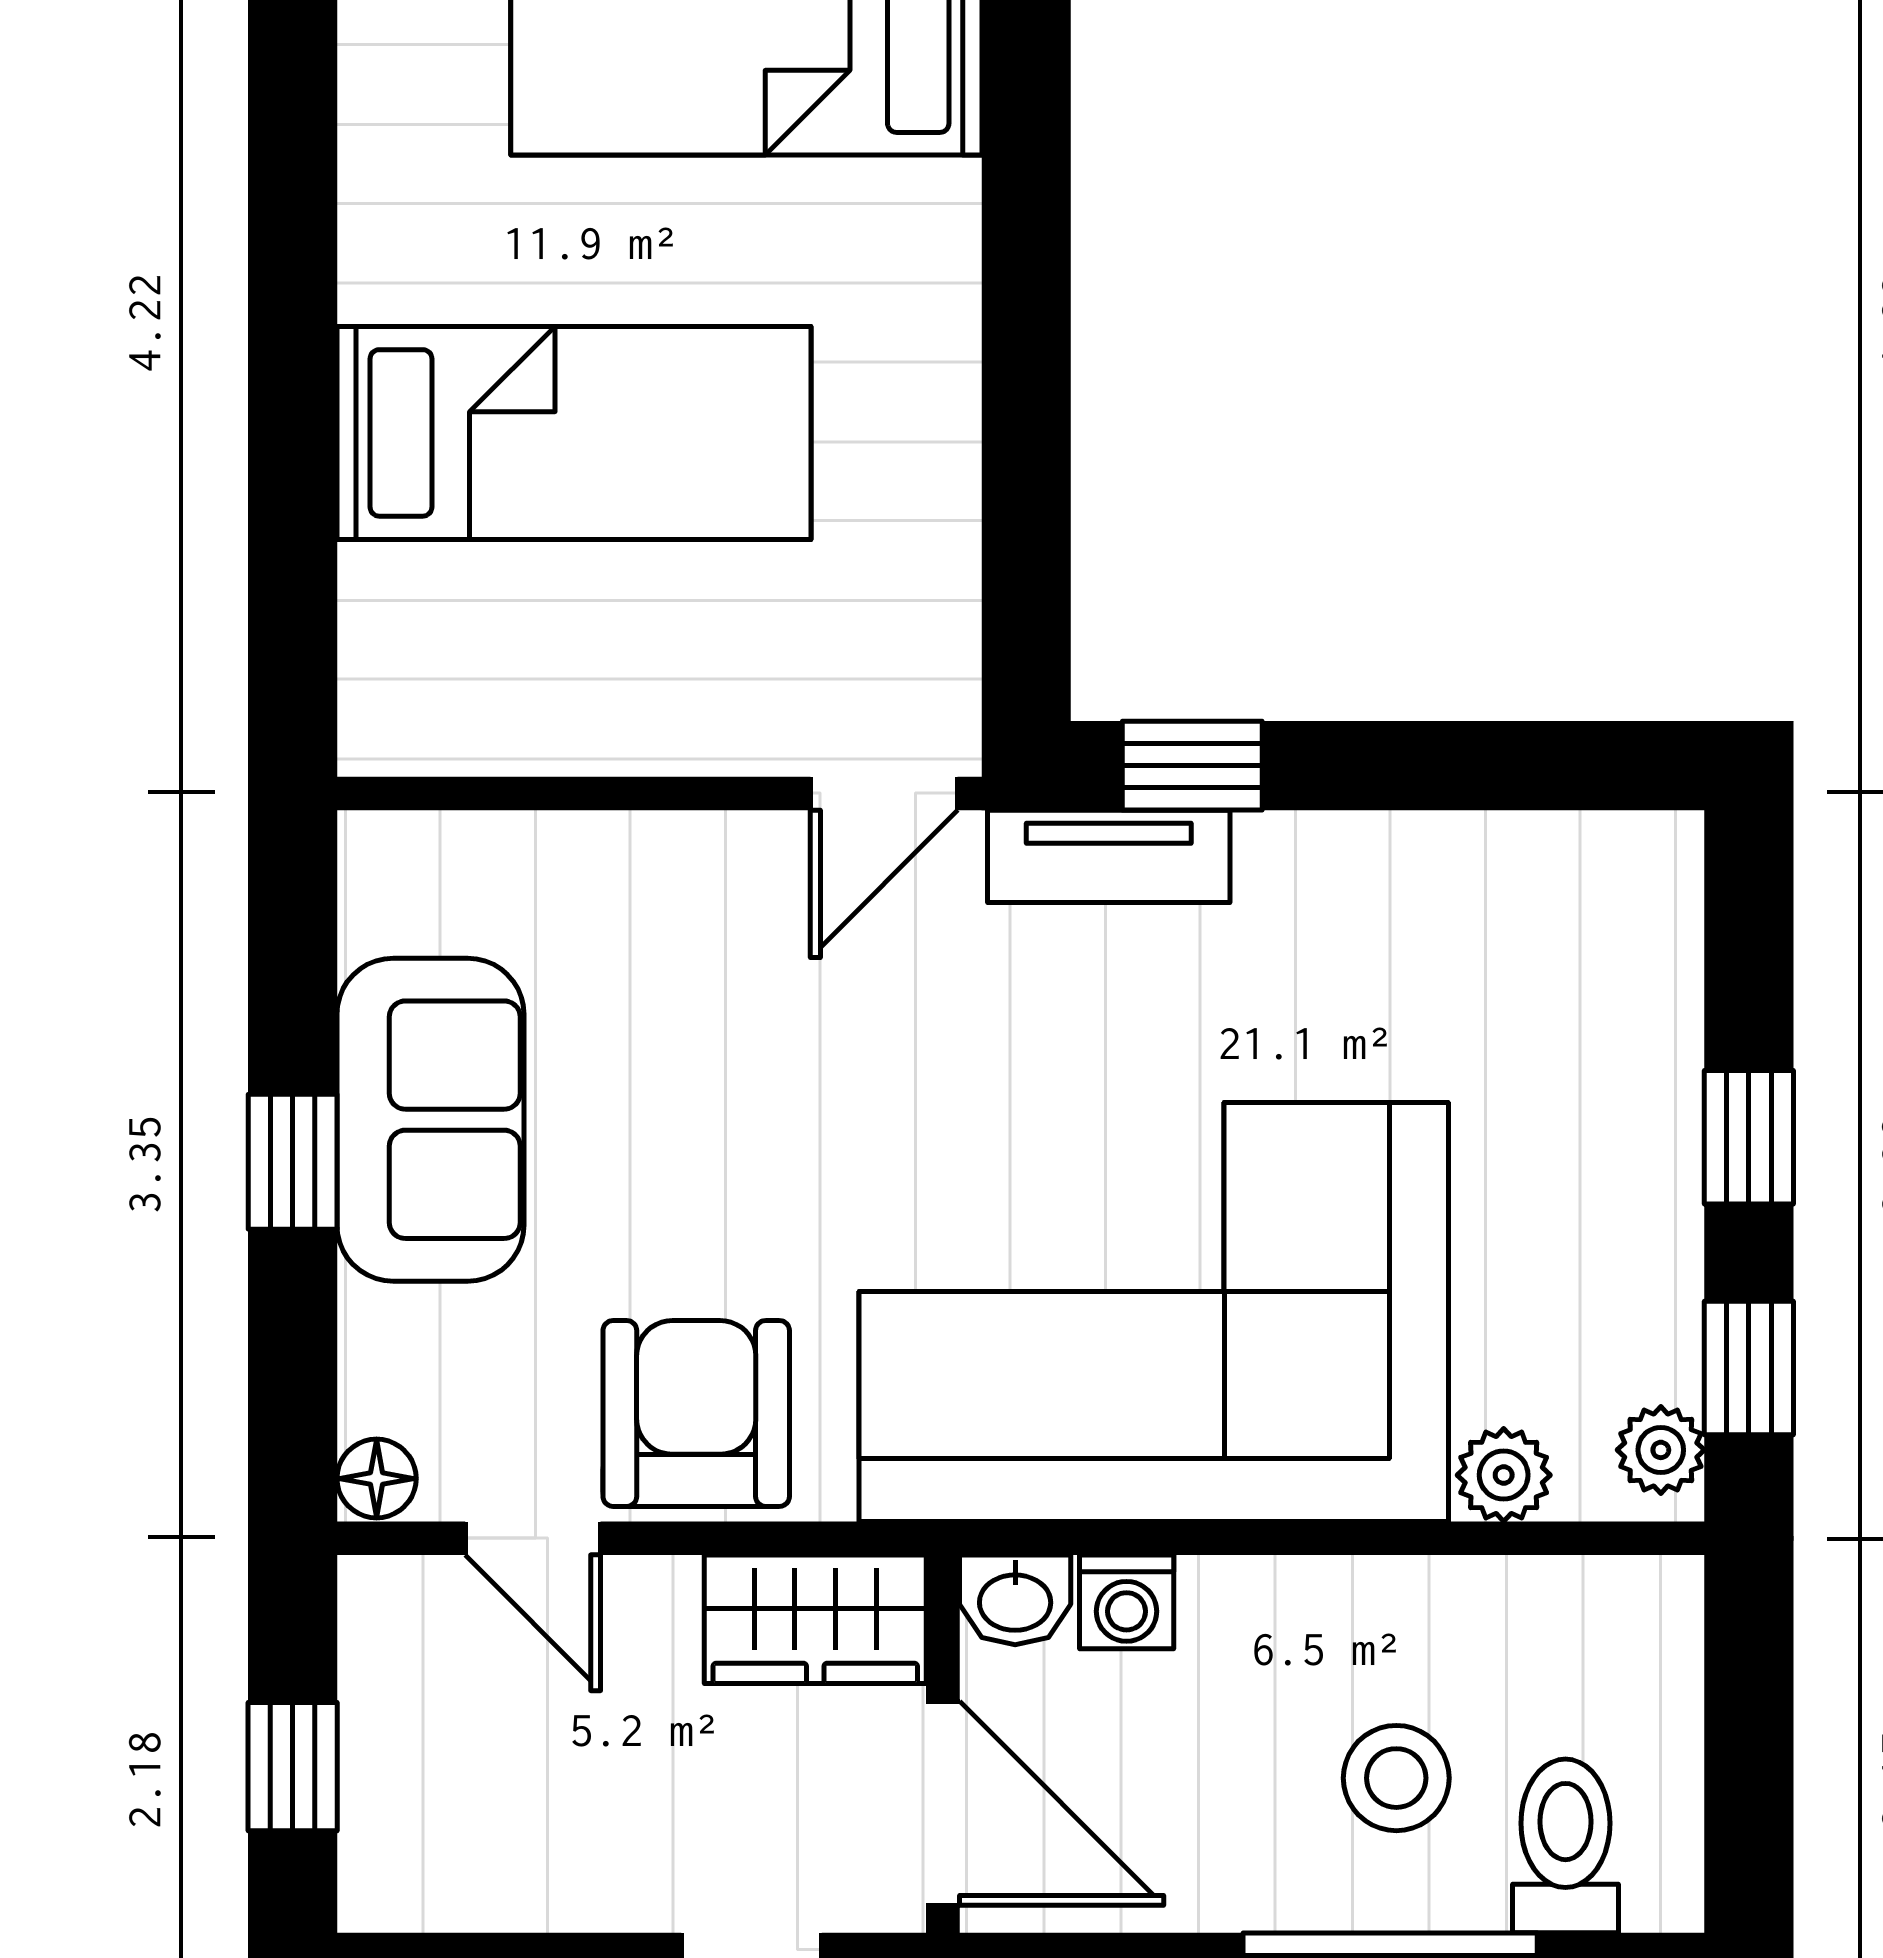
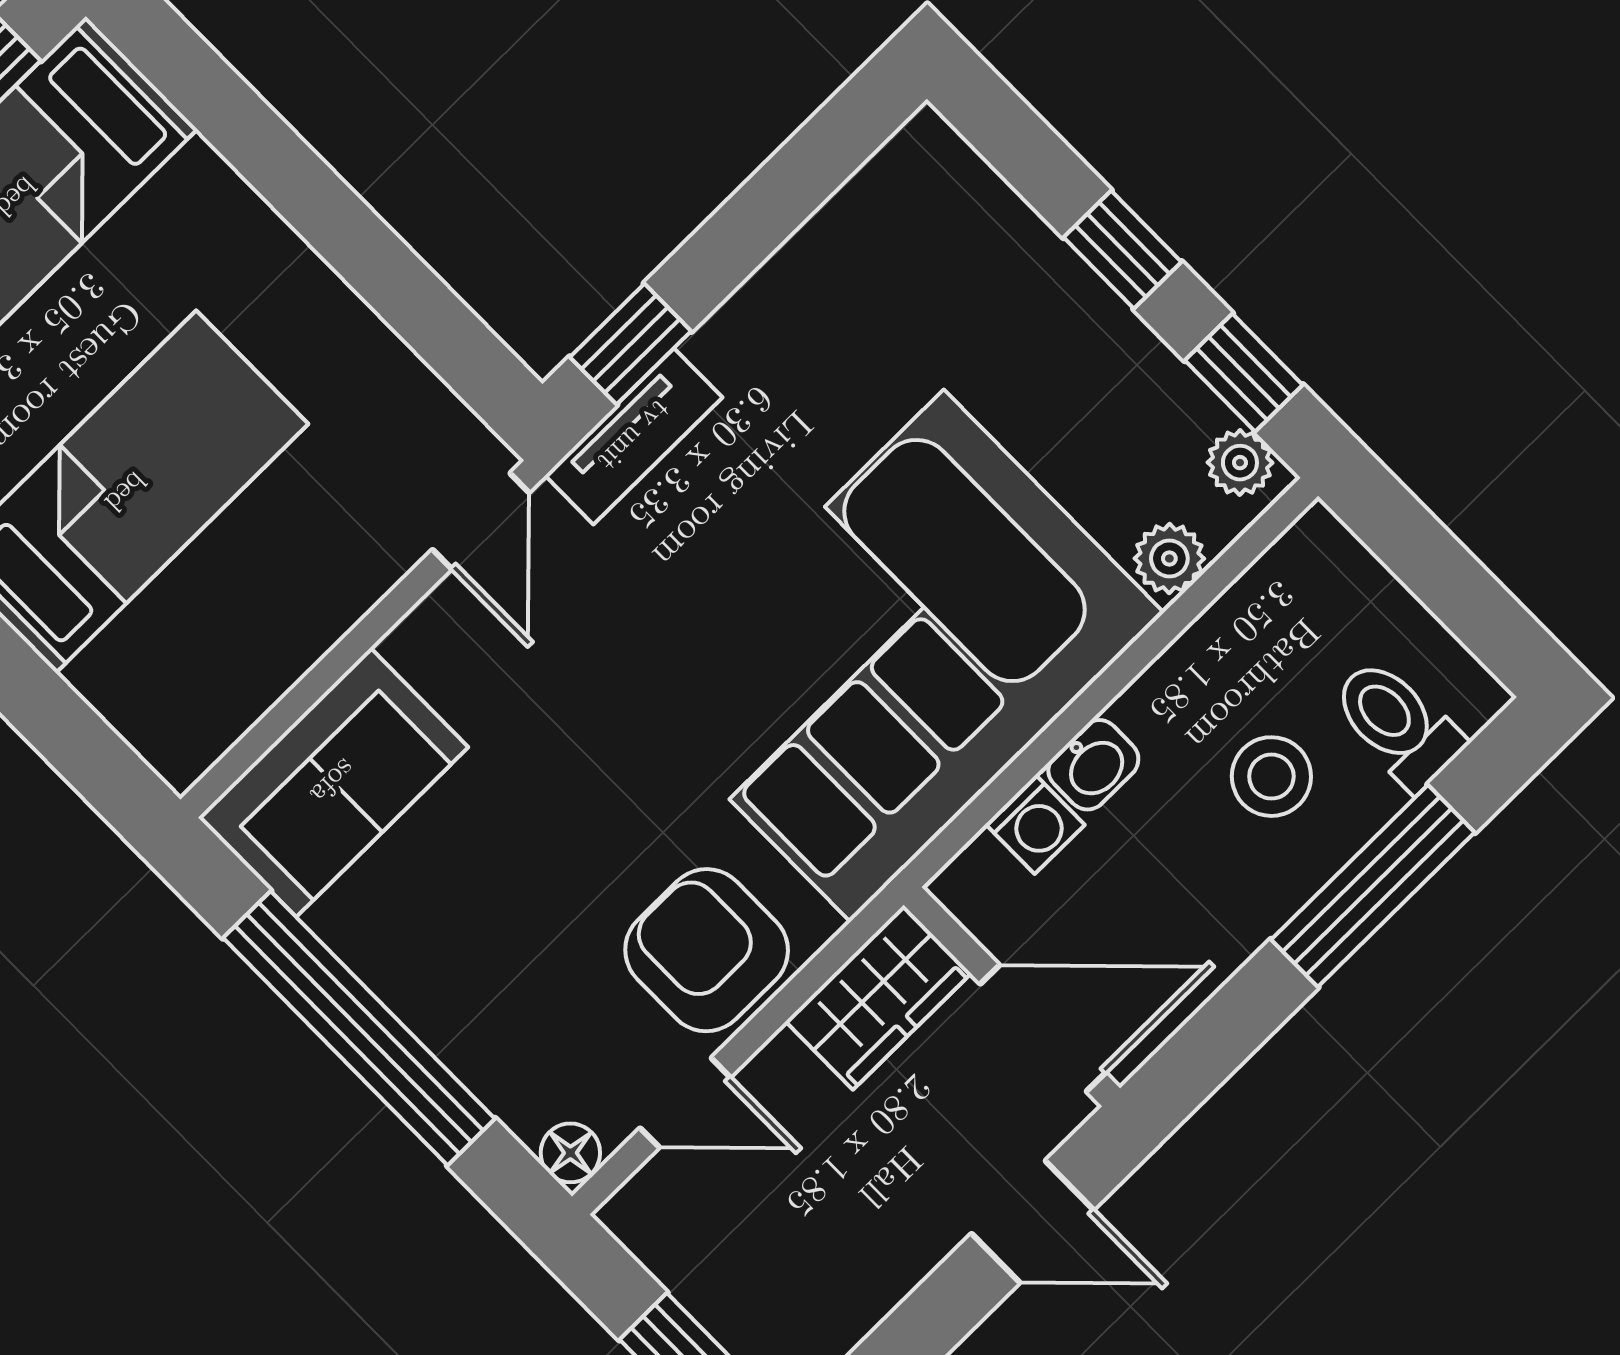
sofa: (430, 1120) -> (333, 782), moved, turned 90
window: (293, 1162) -> (359, 1028), width x3.17
washbasin: (1015, 1600) -> (1093, 765), moved

